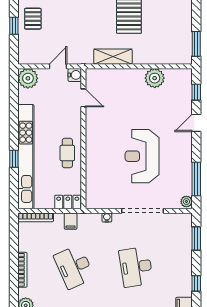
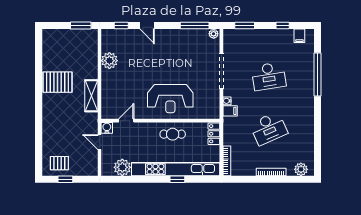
plant: (28, 78) -> (122, 167), moved
reception desk: (142, 156) -> (170, 99), moved
filing cabinet: (71, 221) -> (230, 111), moved

